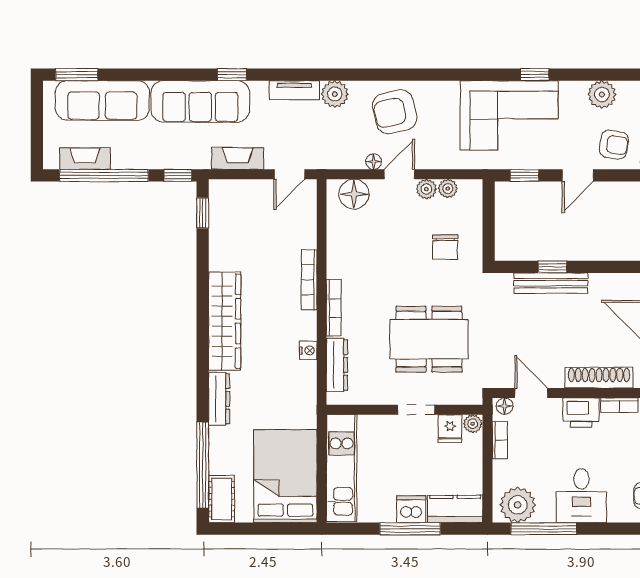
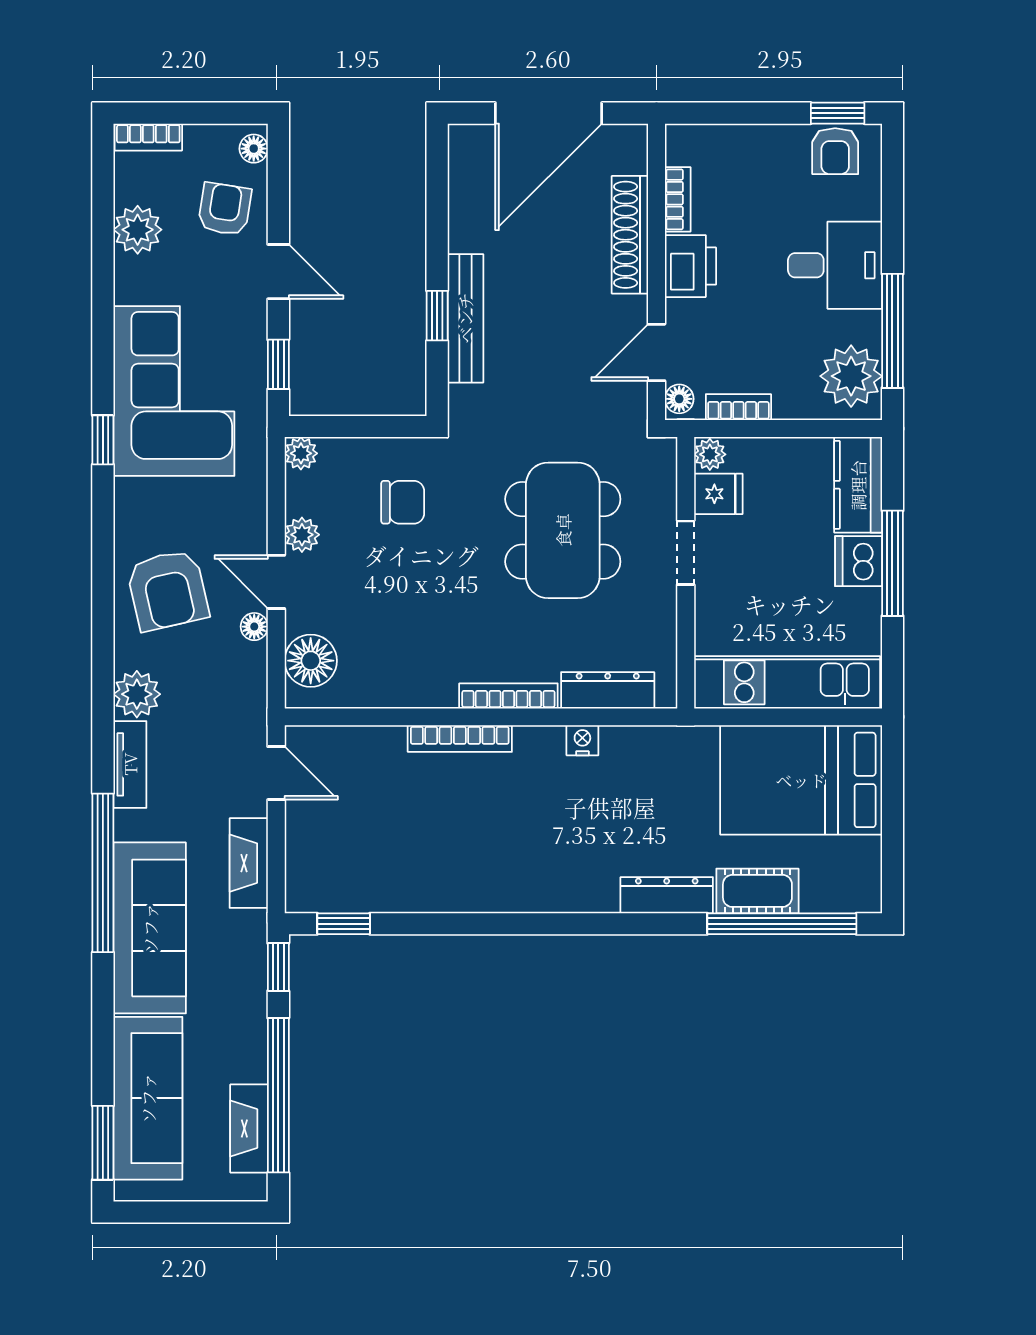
window: (232, 75) -> (103, 873), width x3.17
window: (535, 75) -> (103, 440), moved
plant: (448, 188) -> (301, 453), moved
wardrobe: (225, 321) -> (532, 886), removed
cot: (222, 499) -> (757, 891), moved

